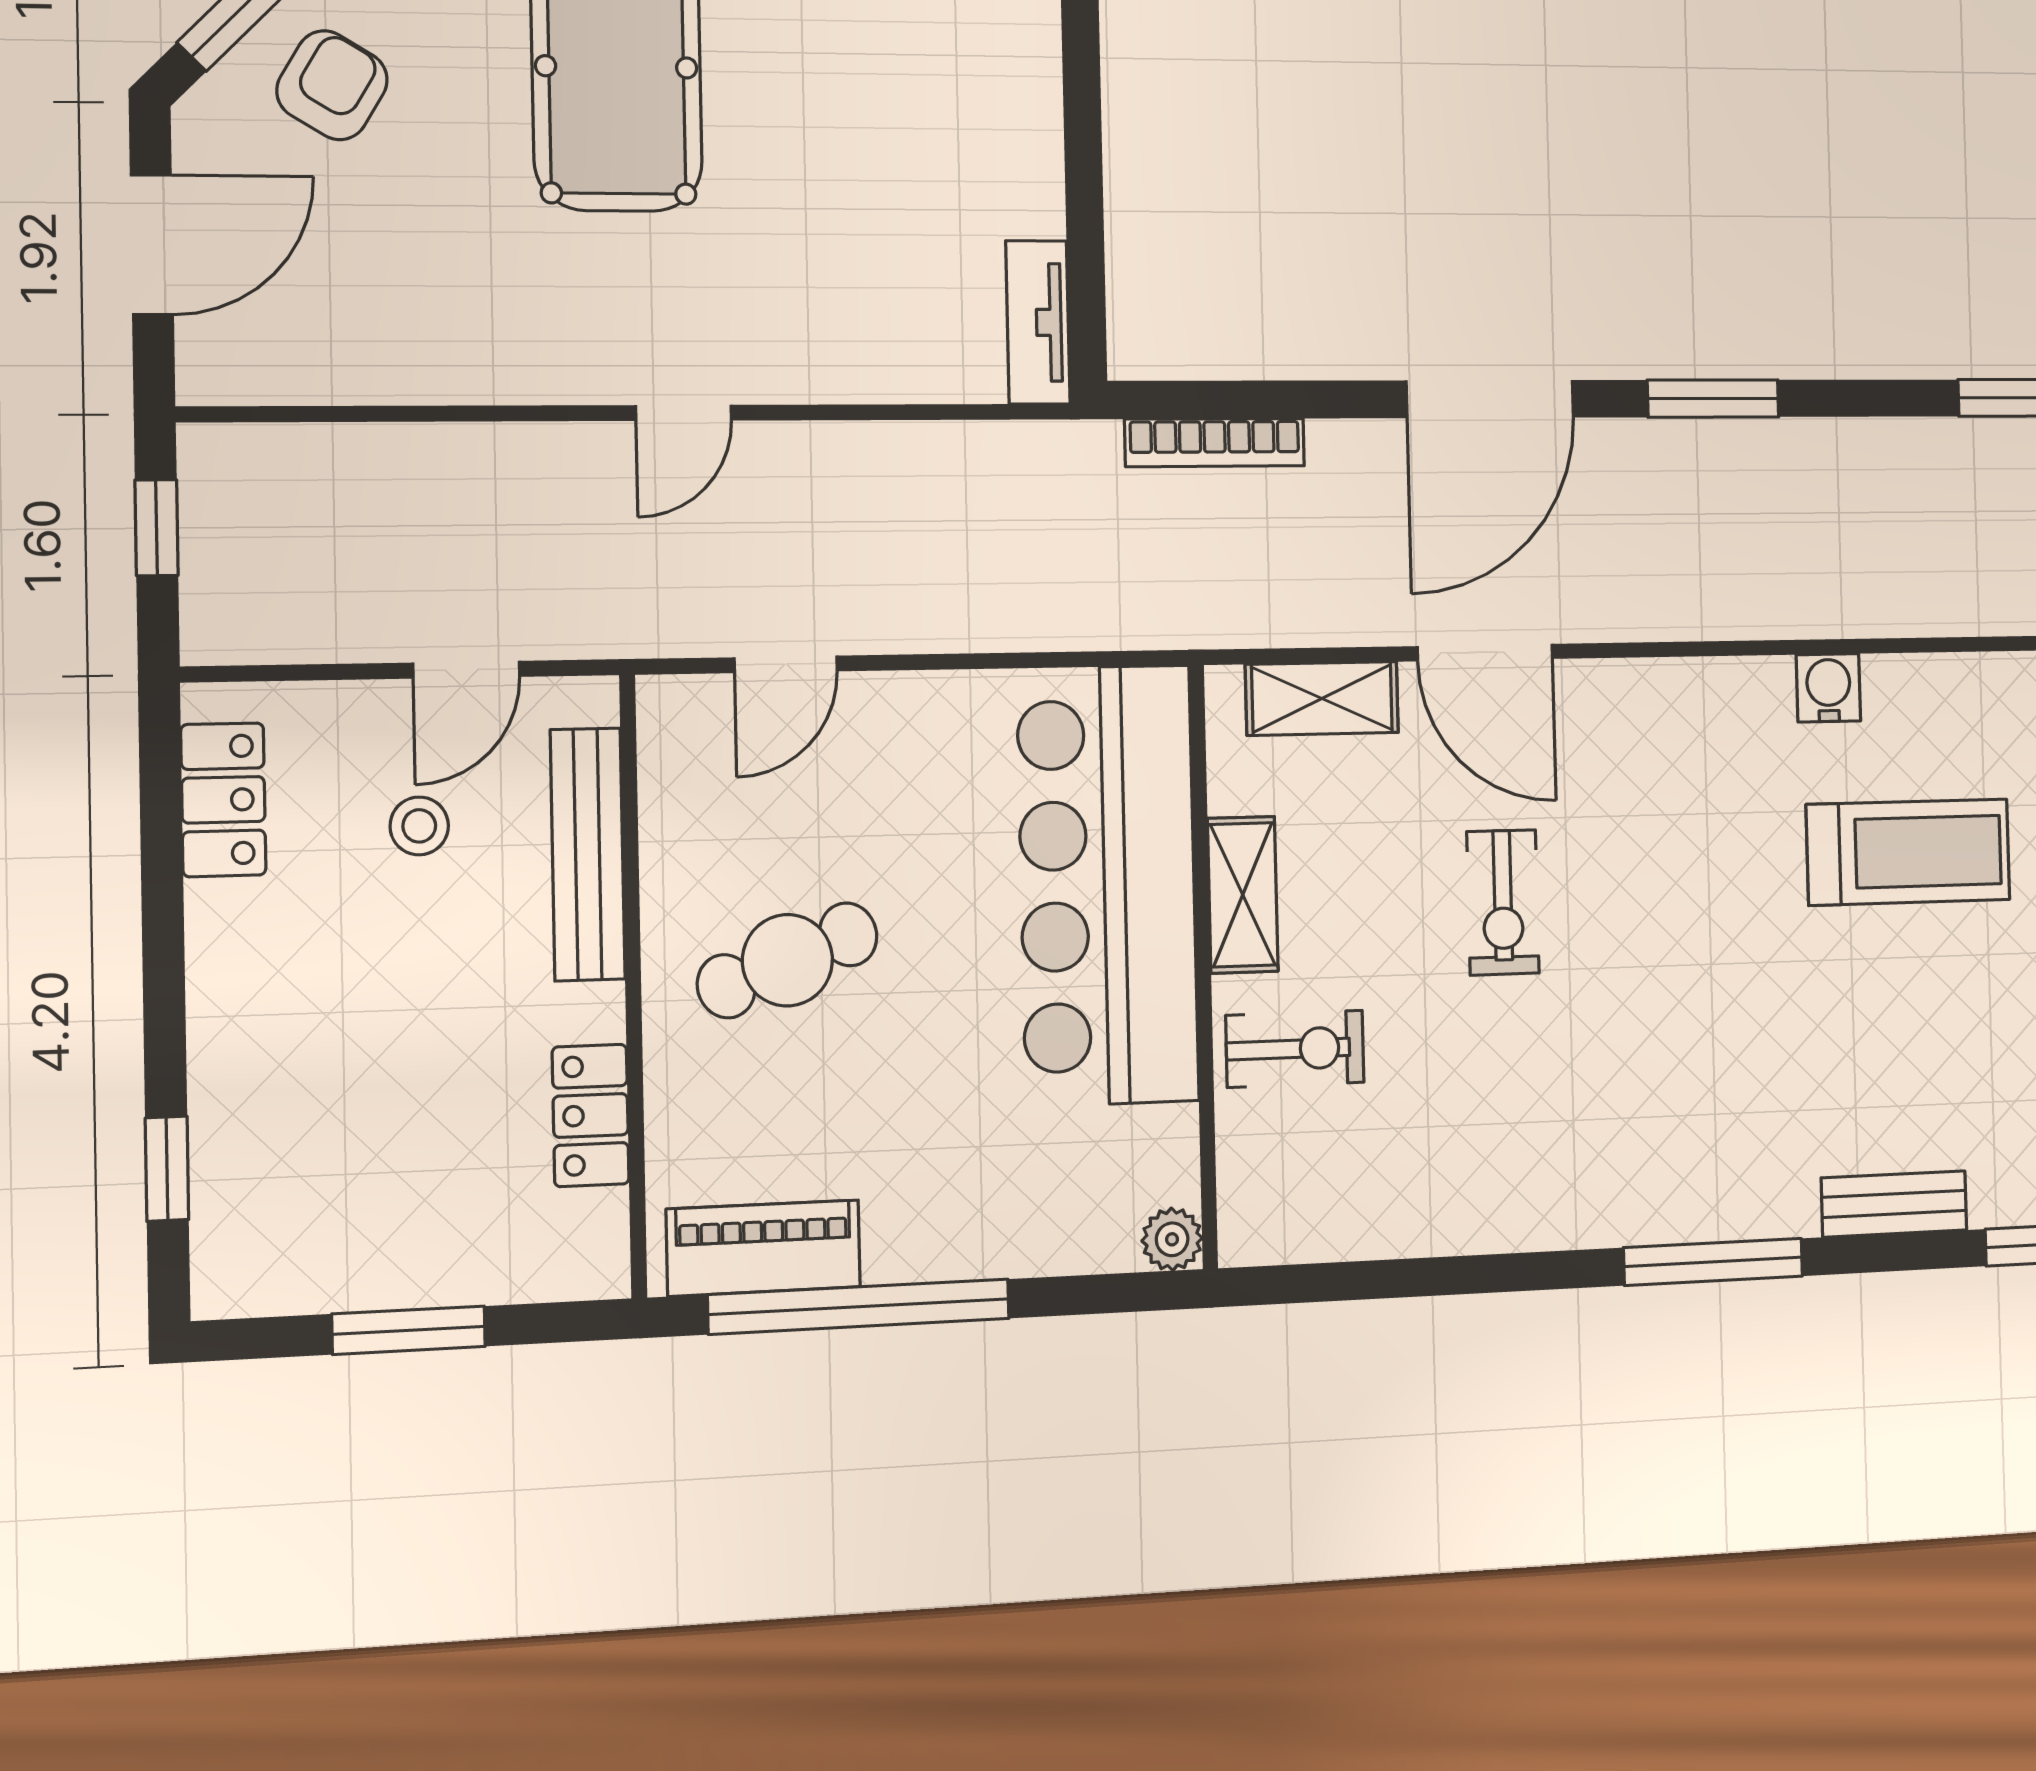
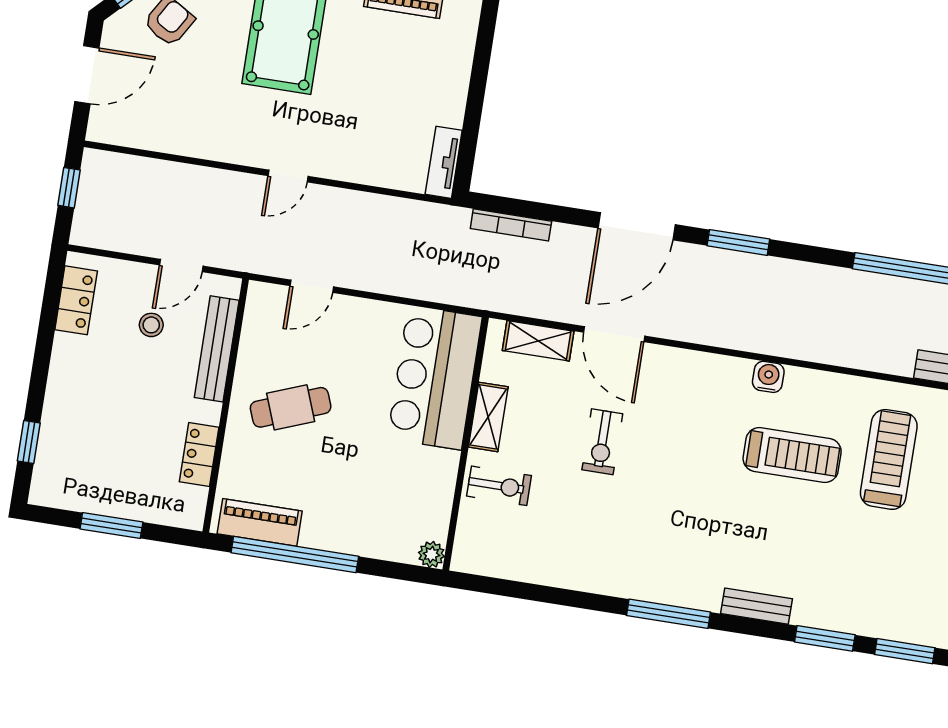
bar counter: (1108, 885) -> (435, 378), width x0.73

